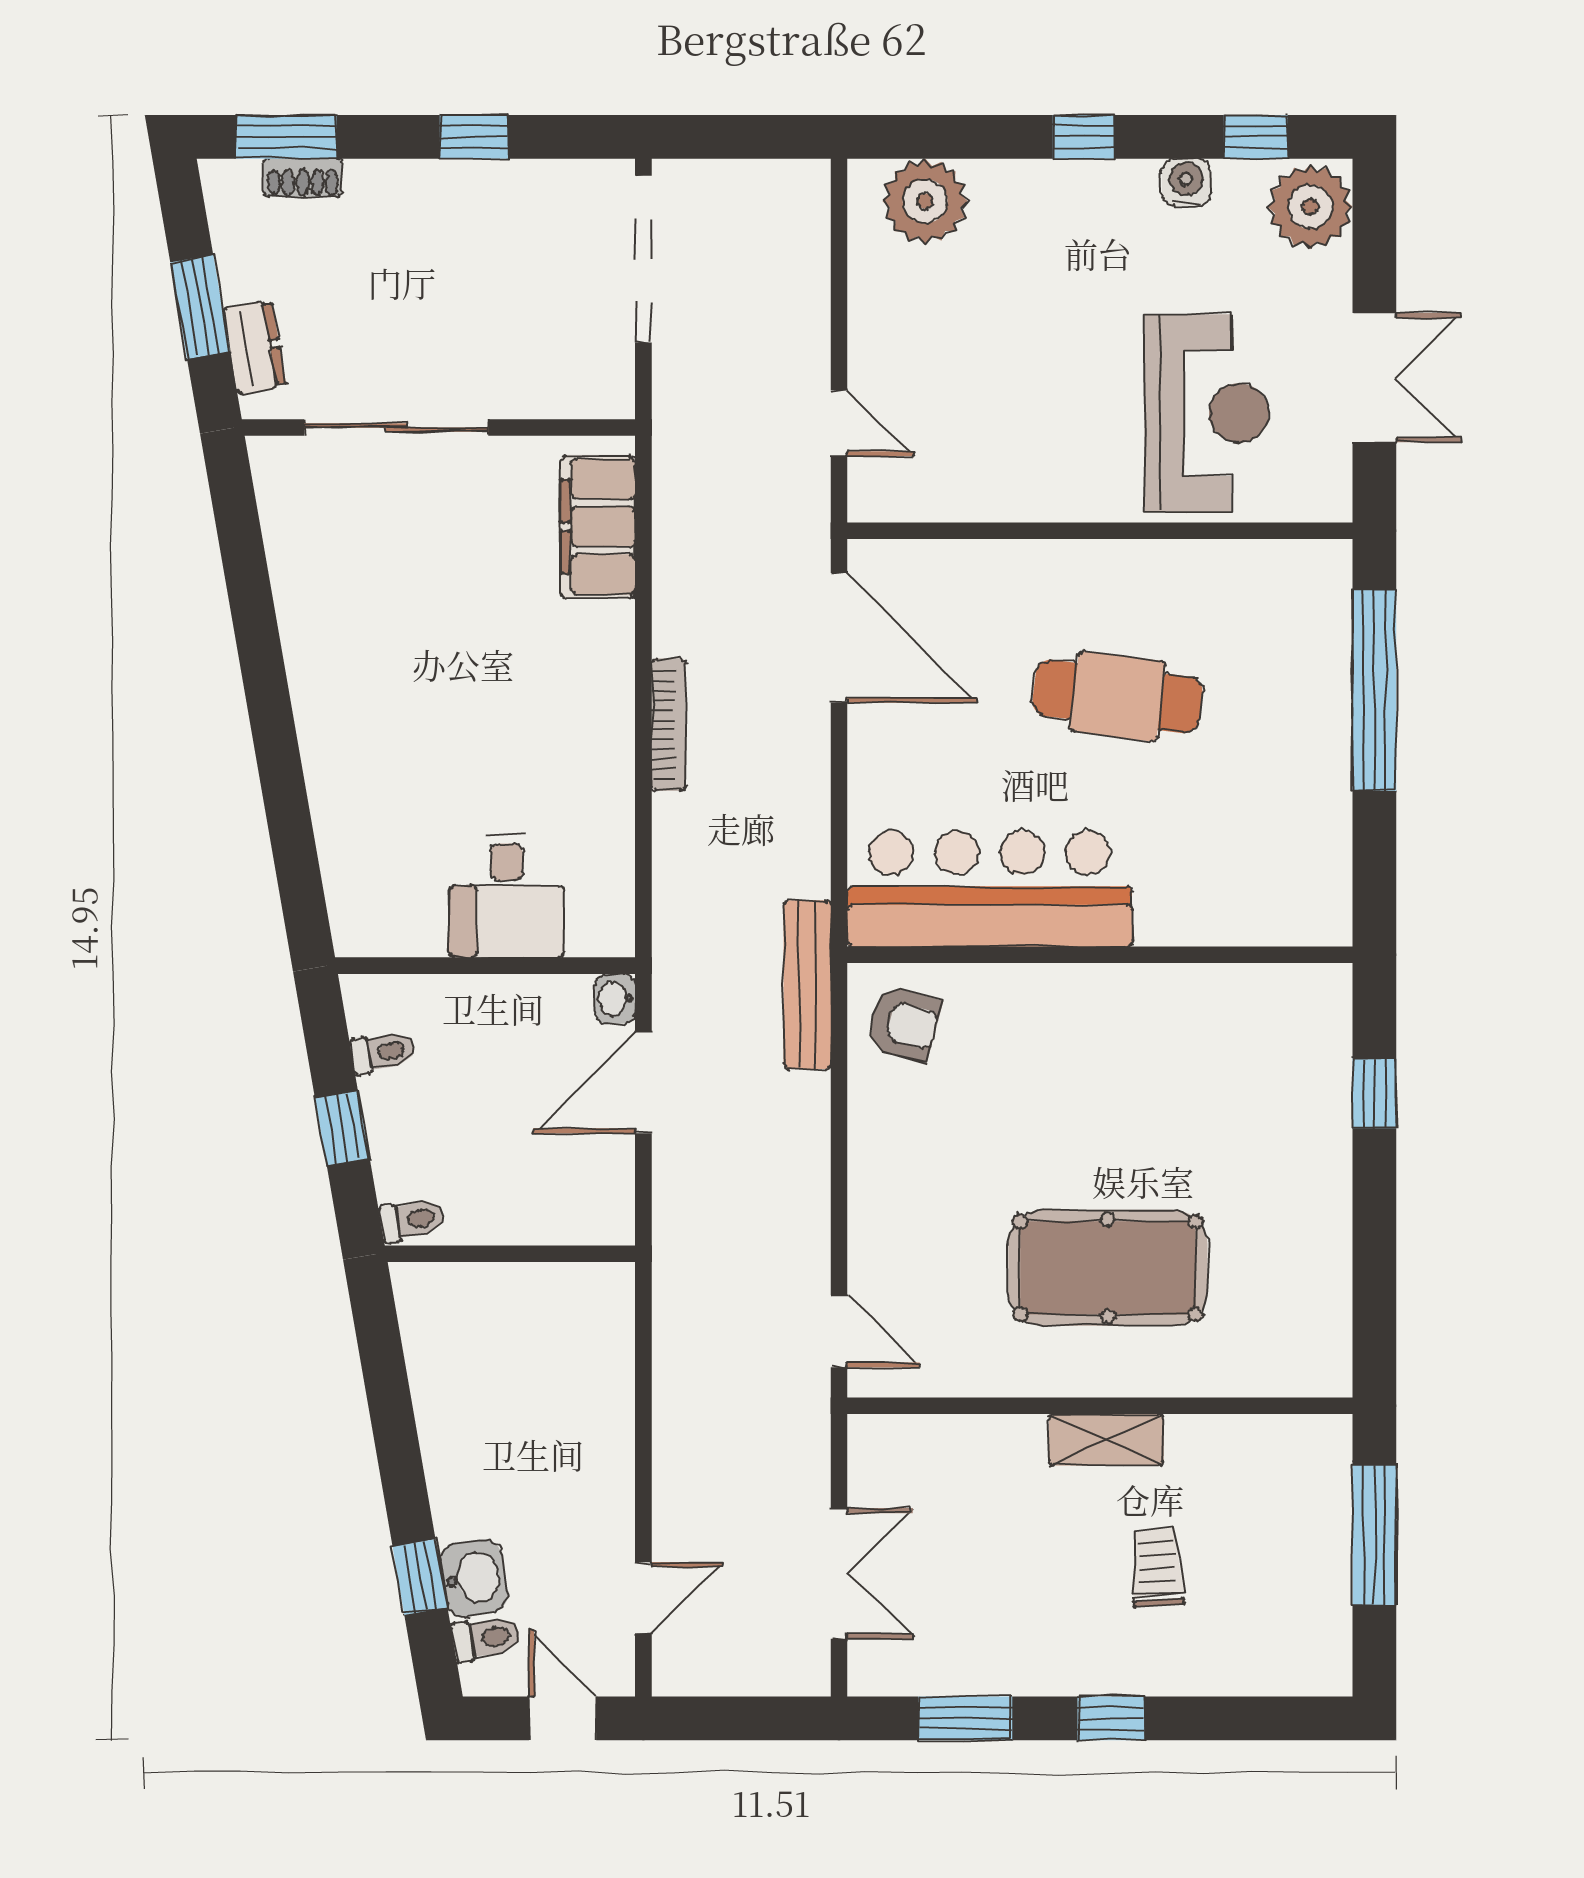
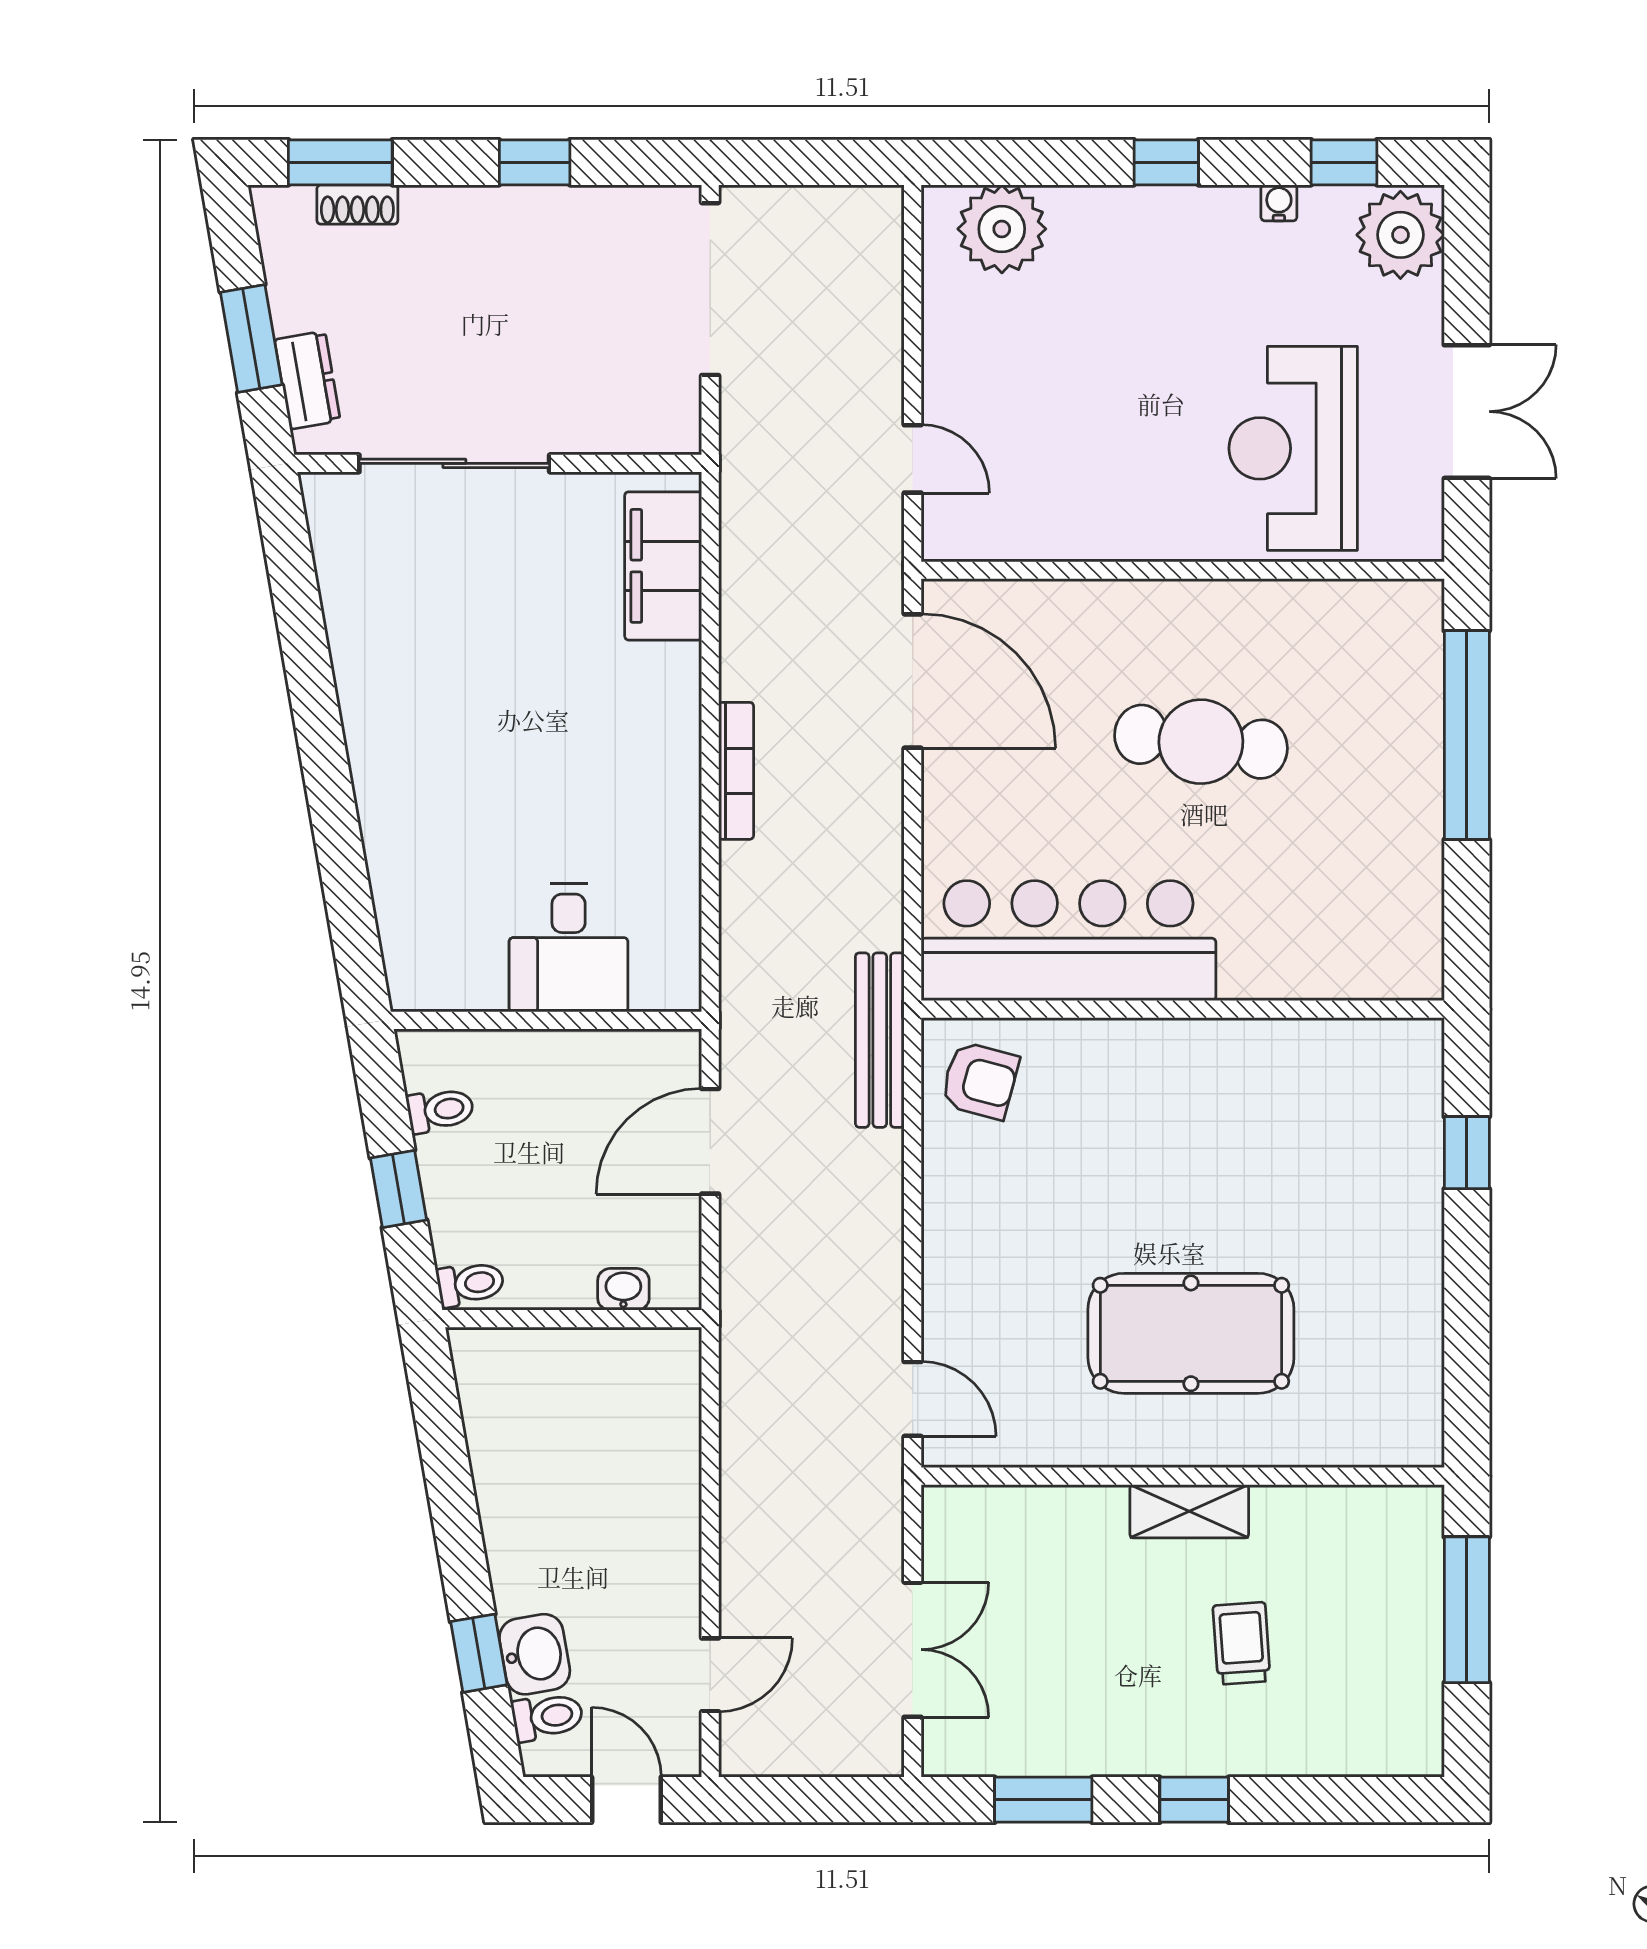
water cooler: (1186, 183) -> (1279, 203), width x0.72, depth x0.72
reception desk: (1207, 413) -> (1293, 448), turned 180
washbasin: (615, 999) -> (623, 1289), moved, turned 90

